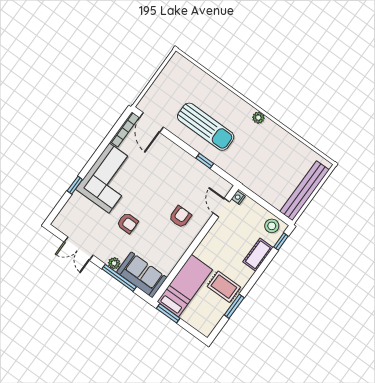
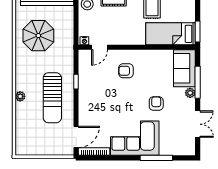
plant: (258, 118) -> (20, 96), moved
sun lounger: (206, 127) -> (52, 98), turned 180
parasol: (275, 157) -> (38, 36), added
window: (75, 185) -> (156, 158), width x2.17

